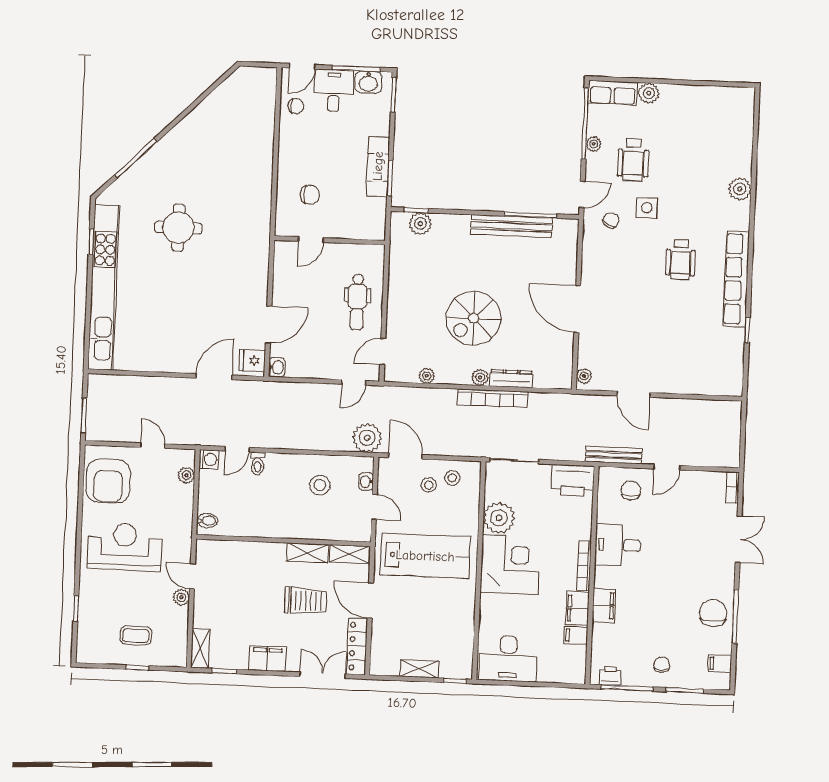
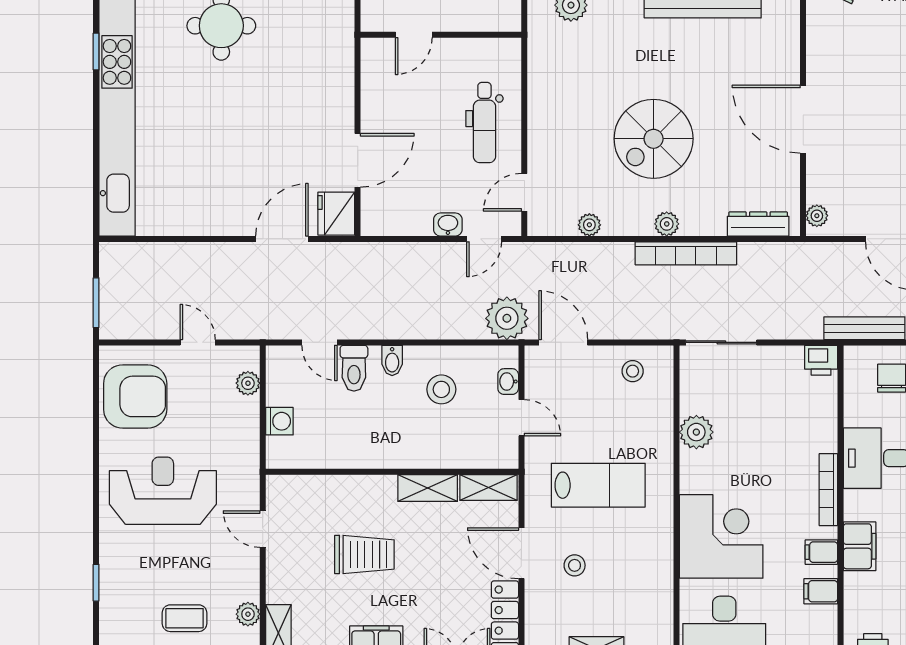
fridge: (252, 361) -> (336, 214), width x1.38
washbasin: (277, 367) -> (448, 224), moved, turned -90
dresser: (511, 379) -> (758, 224), moved
door: (237, 449) -> (320, 342), hinge flipped
washing machine: (209, 459) -> (279, 421), moved
toilet: (258, 463) -> (354, 368), width x1.37, depth x1.39
printer: (573, 480) -> (821, 360), width x0.53, depth x0.68
armchair: (108, 481) -> (135, 396), turned -90
stool: (429, 485) -> (575, 565), moved
plant: (499, 518) -> (696, 432), width x0.73, depth x0.73
bidet: (207, 521) -> (392, 360), moved, turned 90
lab bench: (425, 556) -> (598, 485), width x0.73, depth x0.72
corner desk: (510, 565) -> (721, 536), moved
plant: (181, 597) -> (248, 614), moved
trolley: (306, 601) -> (364, 554), moved
filing cabinet: (577, 608) -> (821, 552), width x0.50

